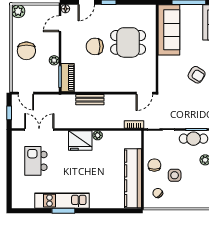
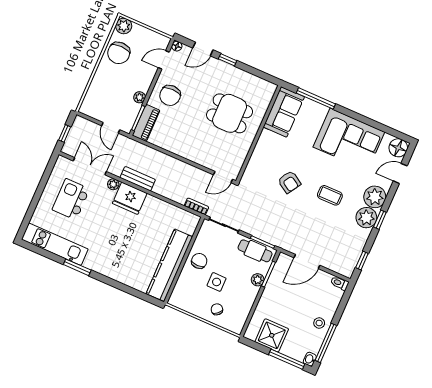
sofa: (169, 30) -> (284, 112), width x0.73
chair: (95, 46) -> (170, 95), moved, turned -90
chair: (26, 51) -> (119, 53), moved
door: (26, 93) -> (111, 128), moved
bench: (90, 100) -> (138, 179), moved
plant: (98, 135) -> (113, 184), moved
chair: (158, 193) -> (217, 309), moved
kitchen unit: (62, 201) -> (55, 244), moved

